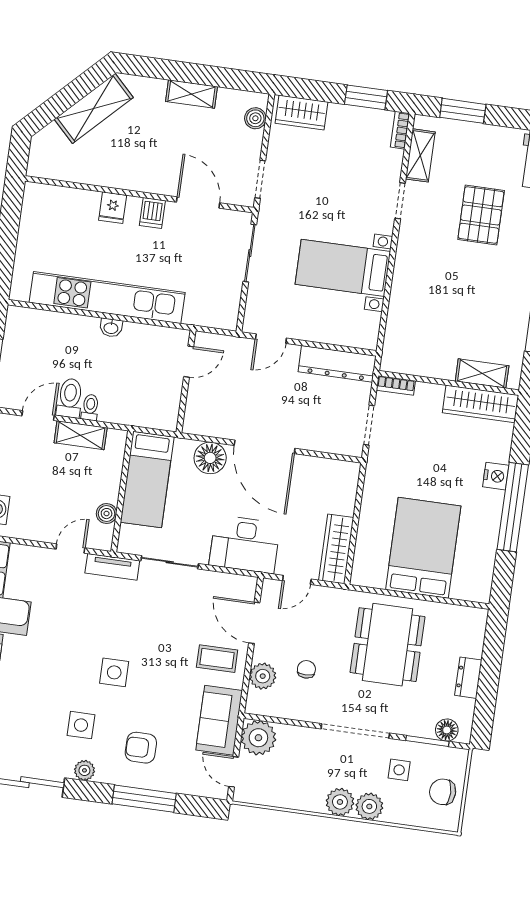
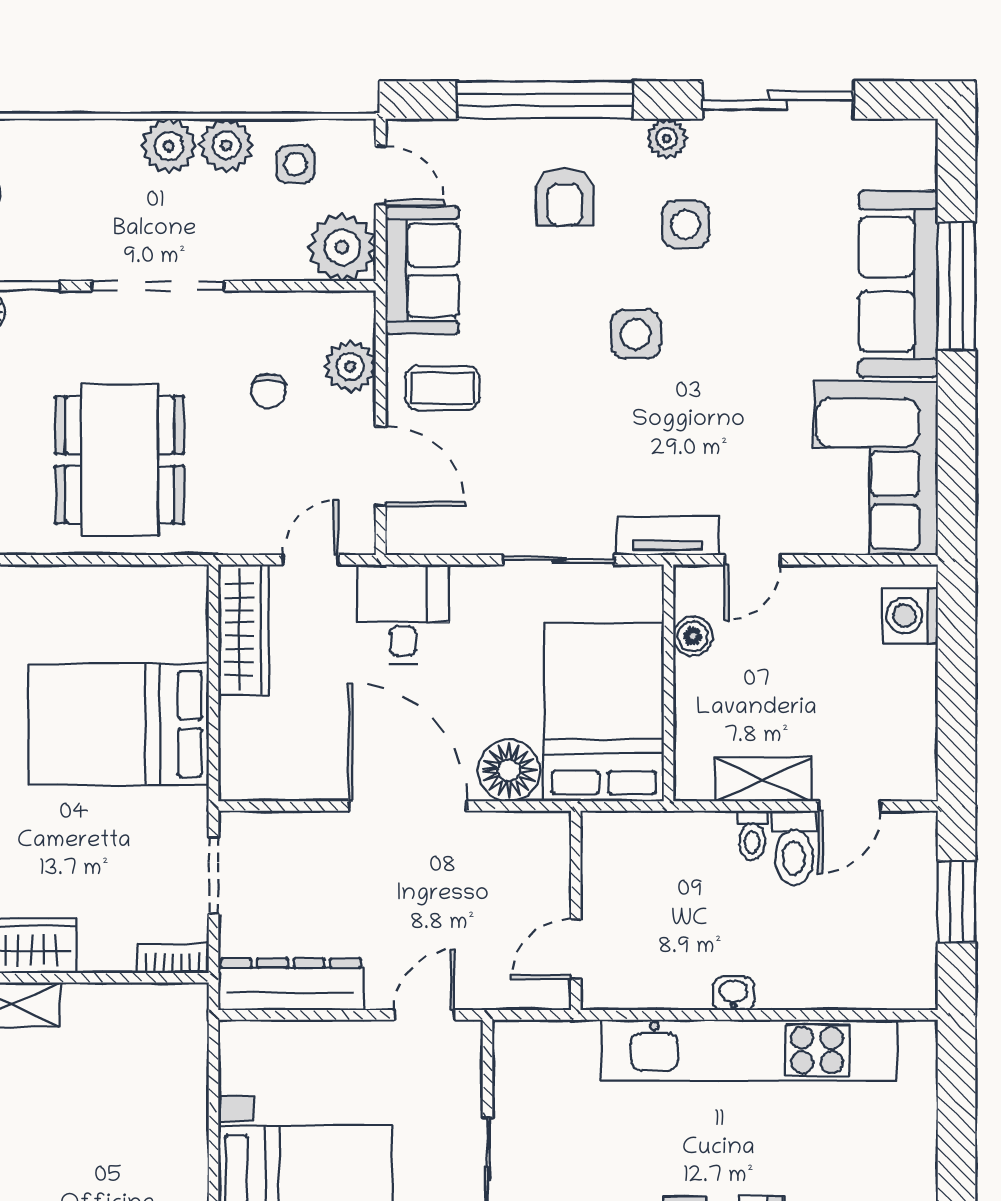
bed: (147, 480) -> (604, 712), width x1.50
desk: (245, 544) -> (403, 614), width x0.73
bed: (423, 548) -> (118, 724), moved, turned 90
armchair: (141, 748) -> (565, 197), turned 90
side table: (399, 770) -> (296, 164), moved
window: (144, 799) -> (545, 100), width x1.46
plant: (369, 806) -> (226, 145), moved

